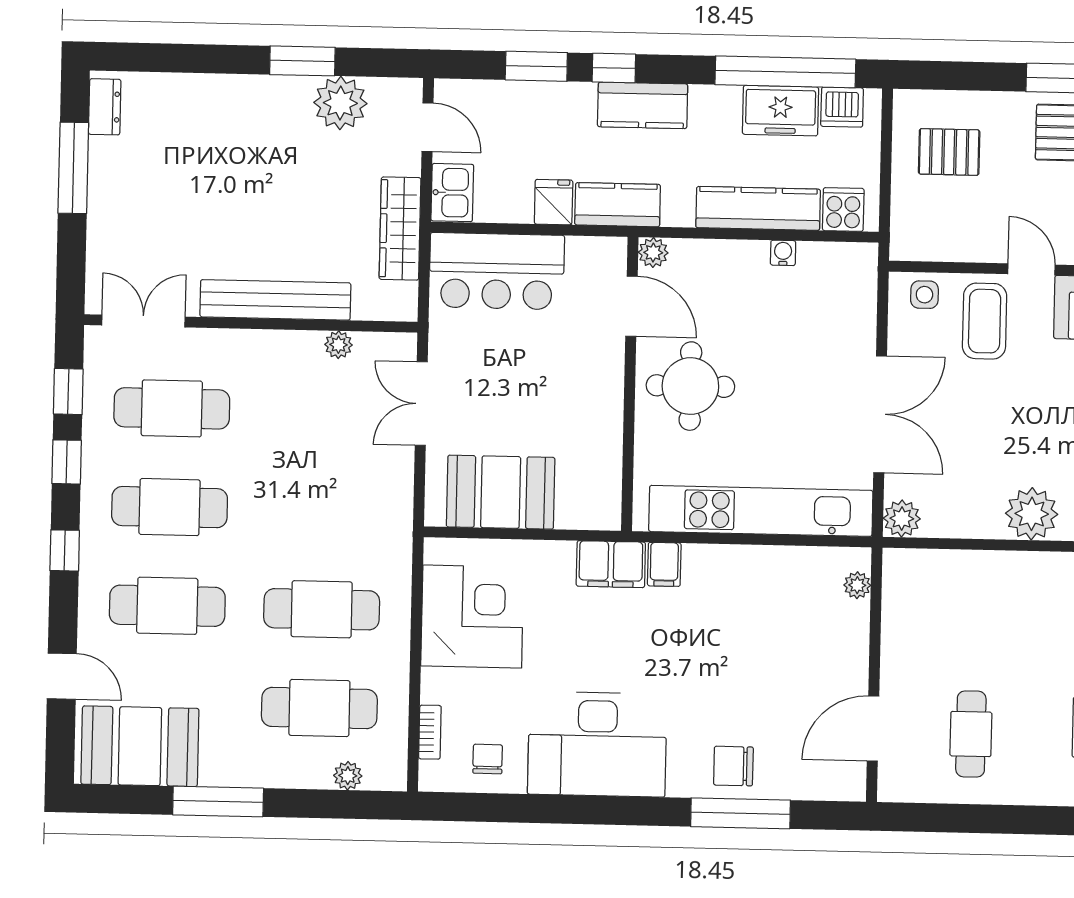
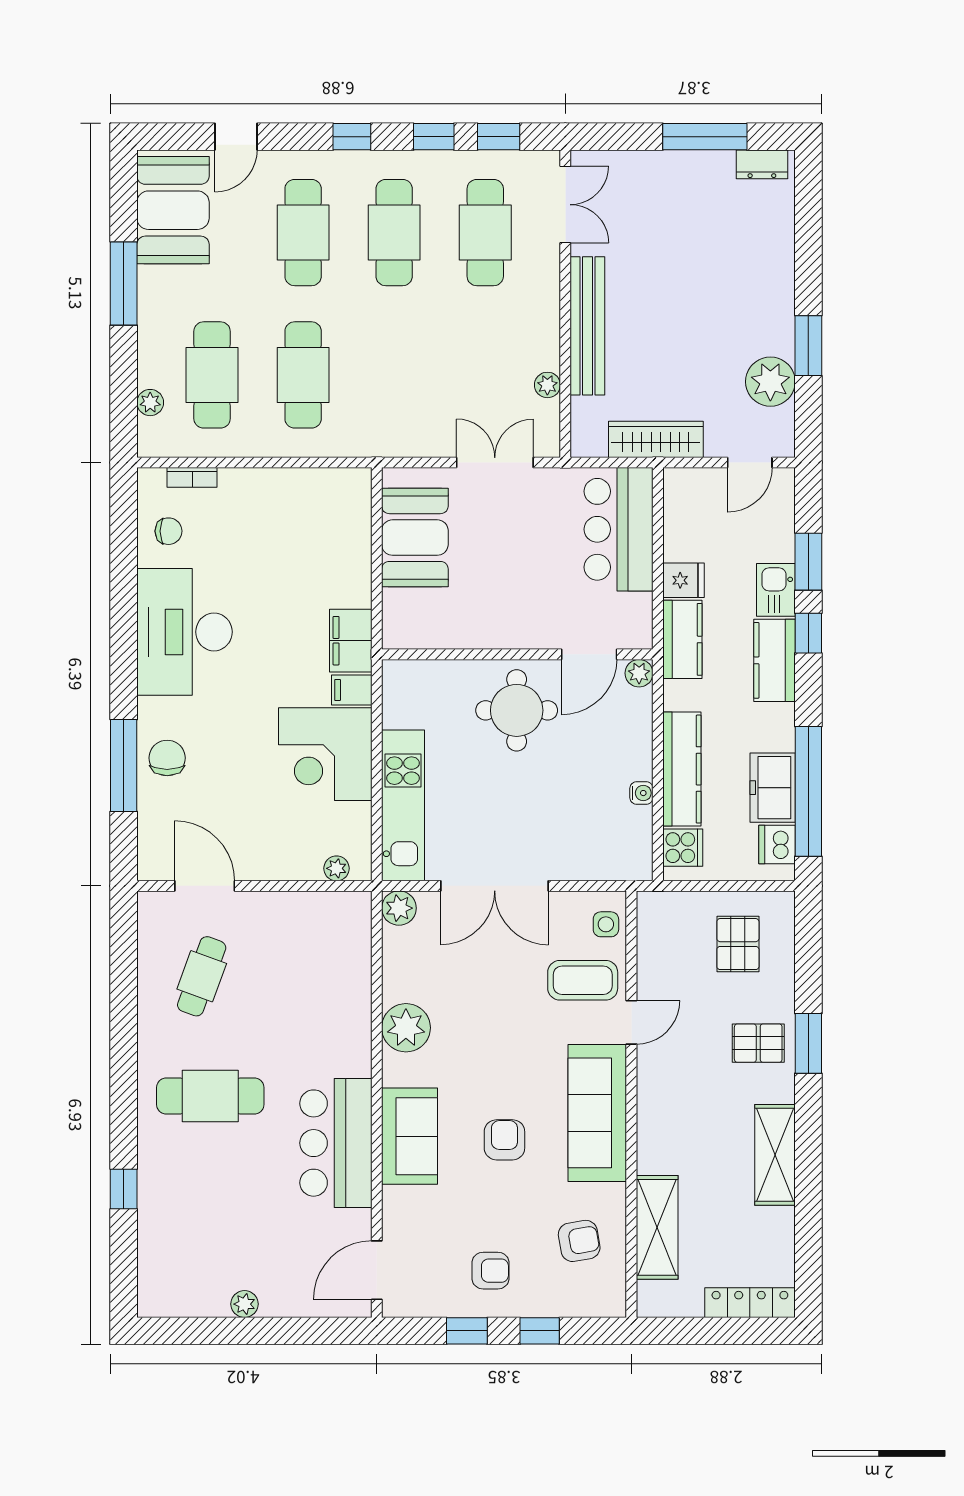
kitchen sink: (452, 193) -> (776, 590), moved, turned 90
kitchen unit: (761, 511) -> (403, 805), width x0.73
corner desk: (472, 616) -> (325, 754), moved, turned 90
cafe table: (971, 734) -> (202, 976), turned -70

